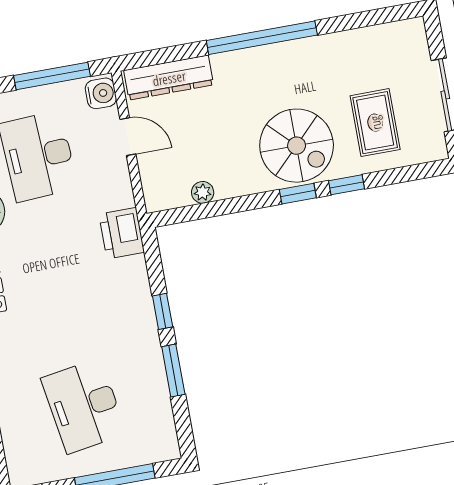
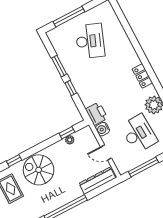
water cooler: (101, 93) -> (103, 129), moved
window: (298, 194) -> (67, 133), moved
desk: (84, 406) -> (90, 41), turned 30

